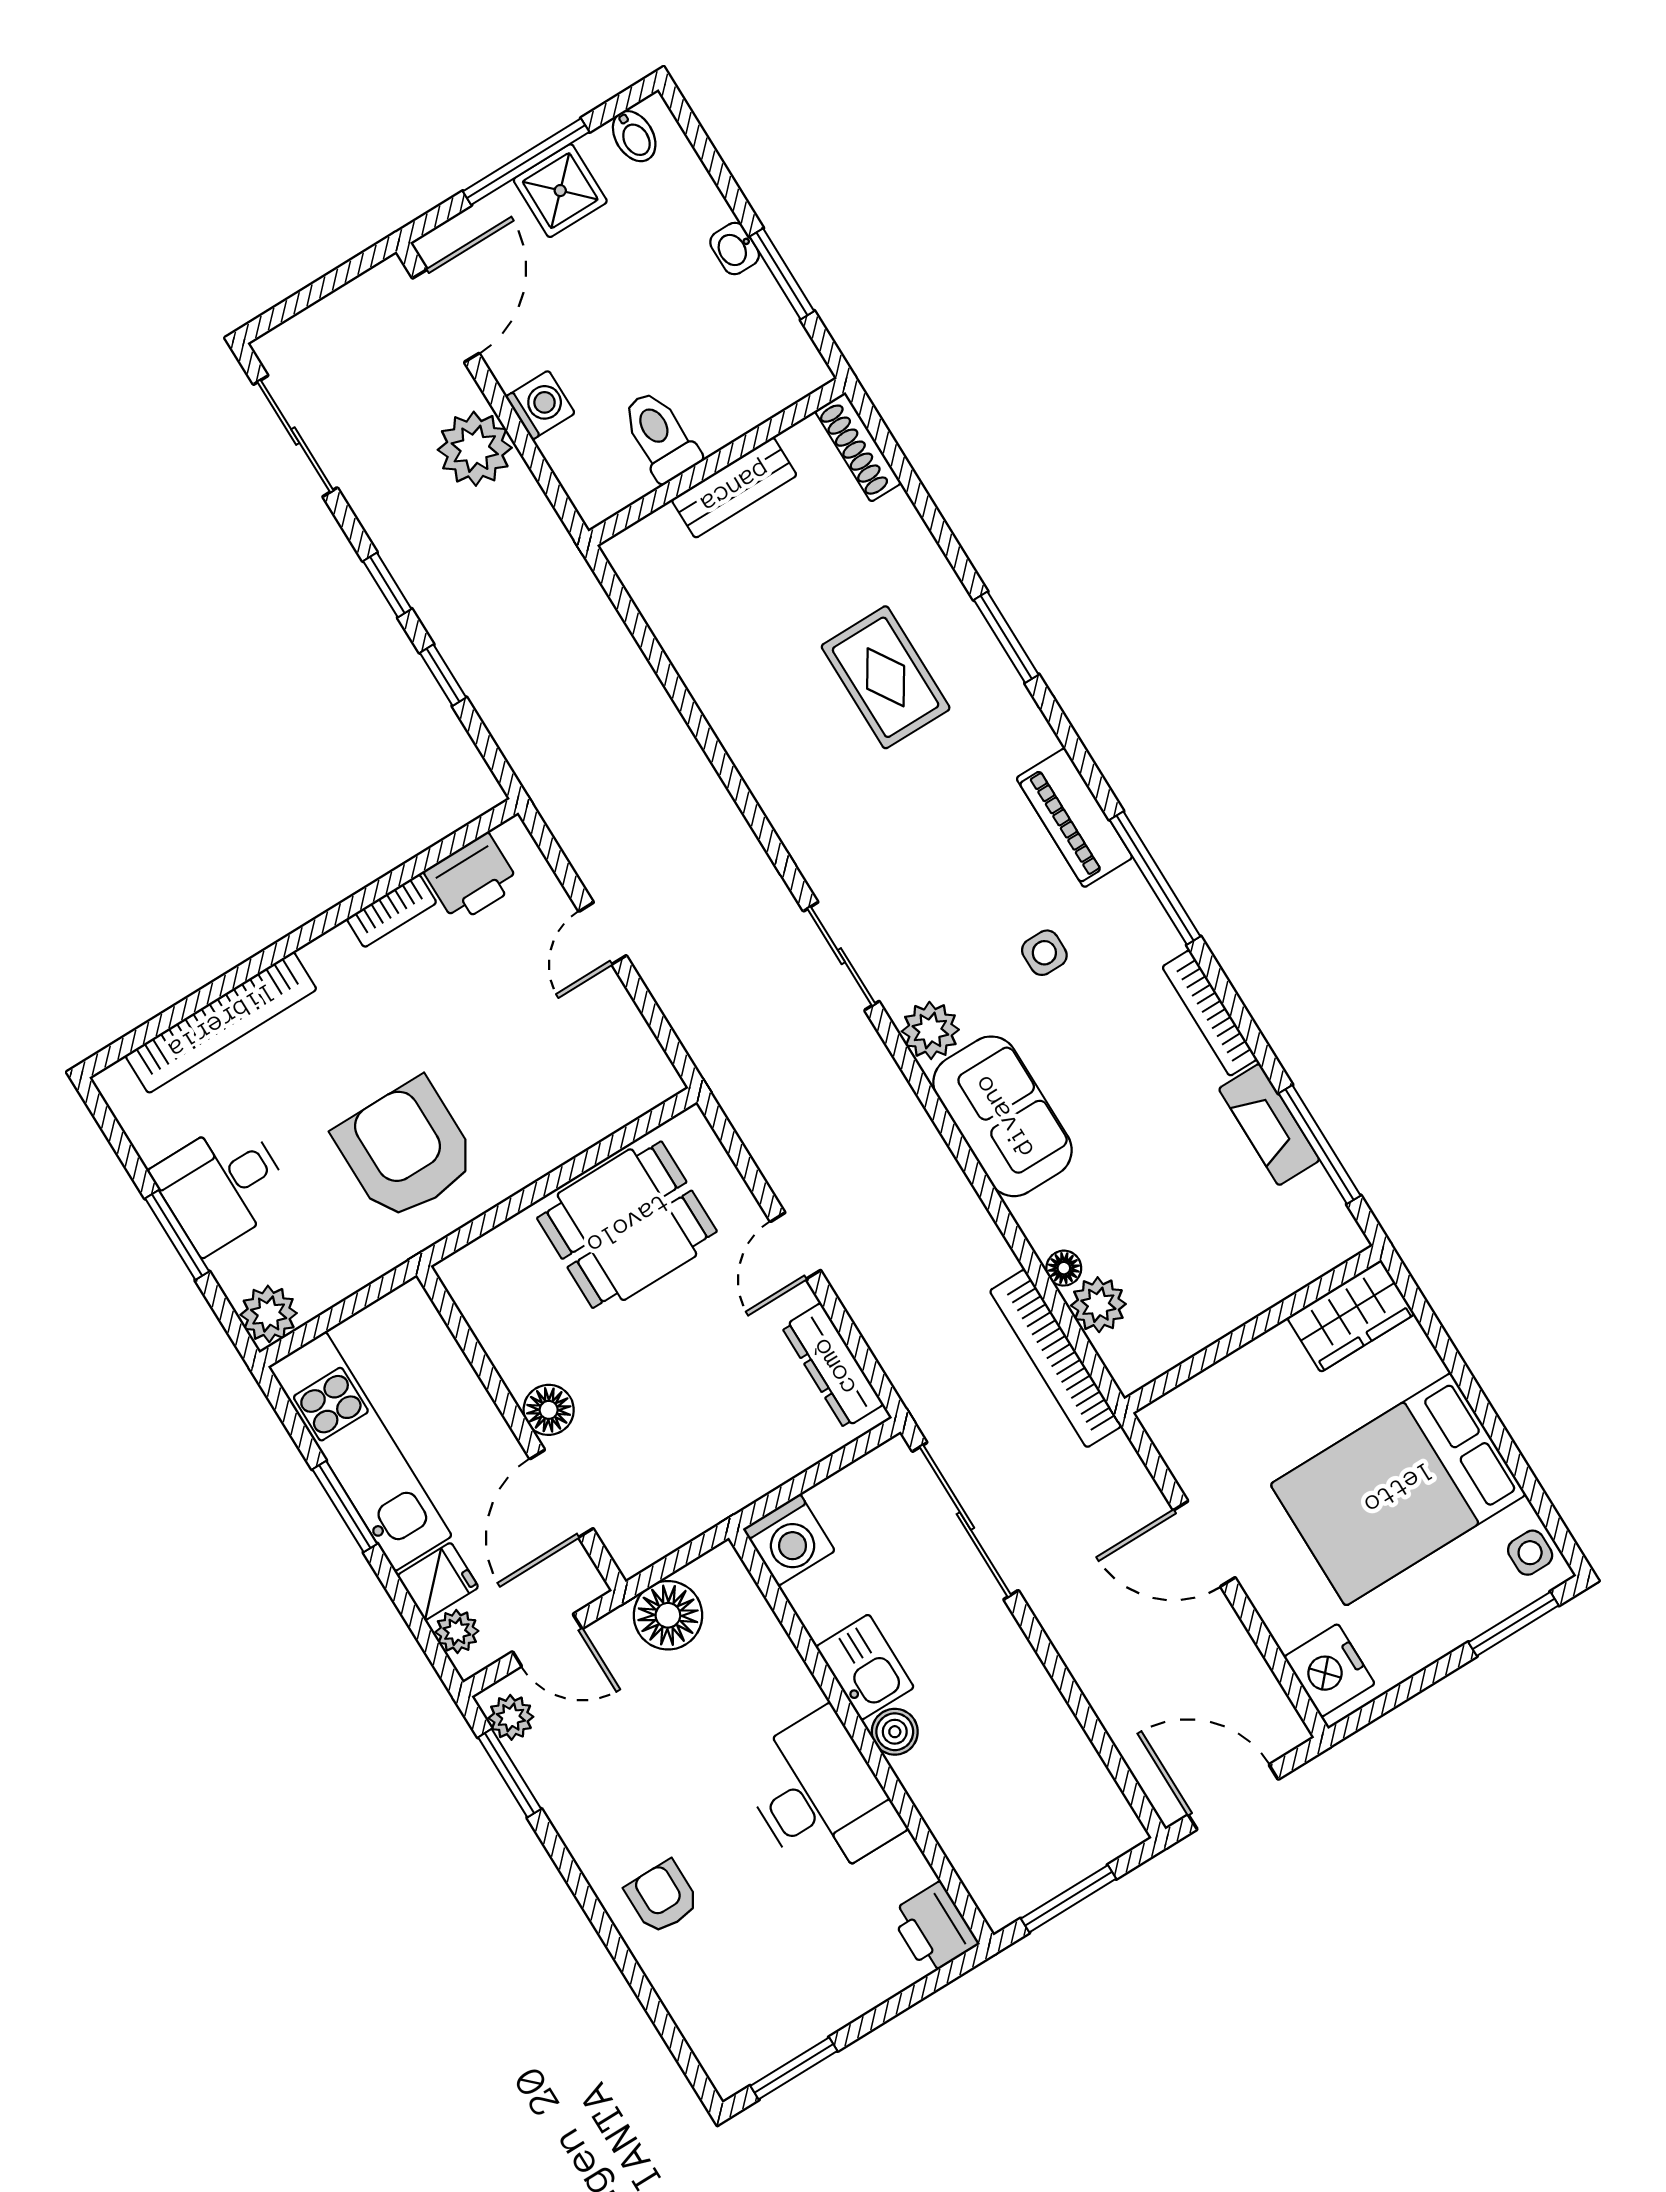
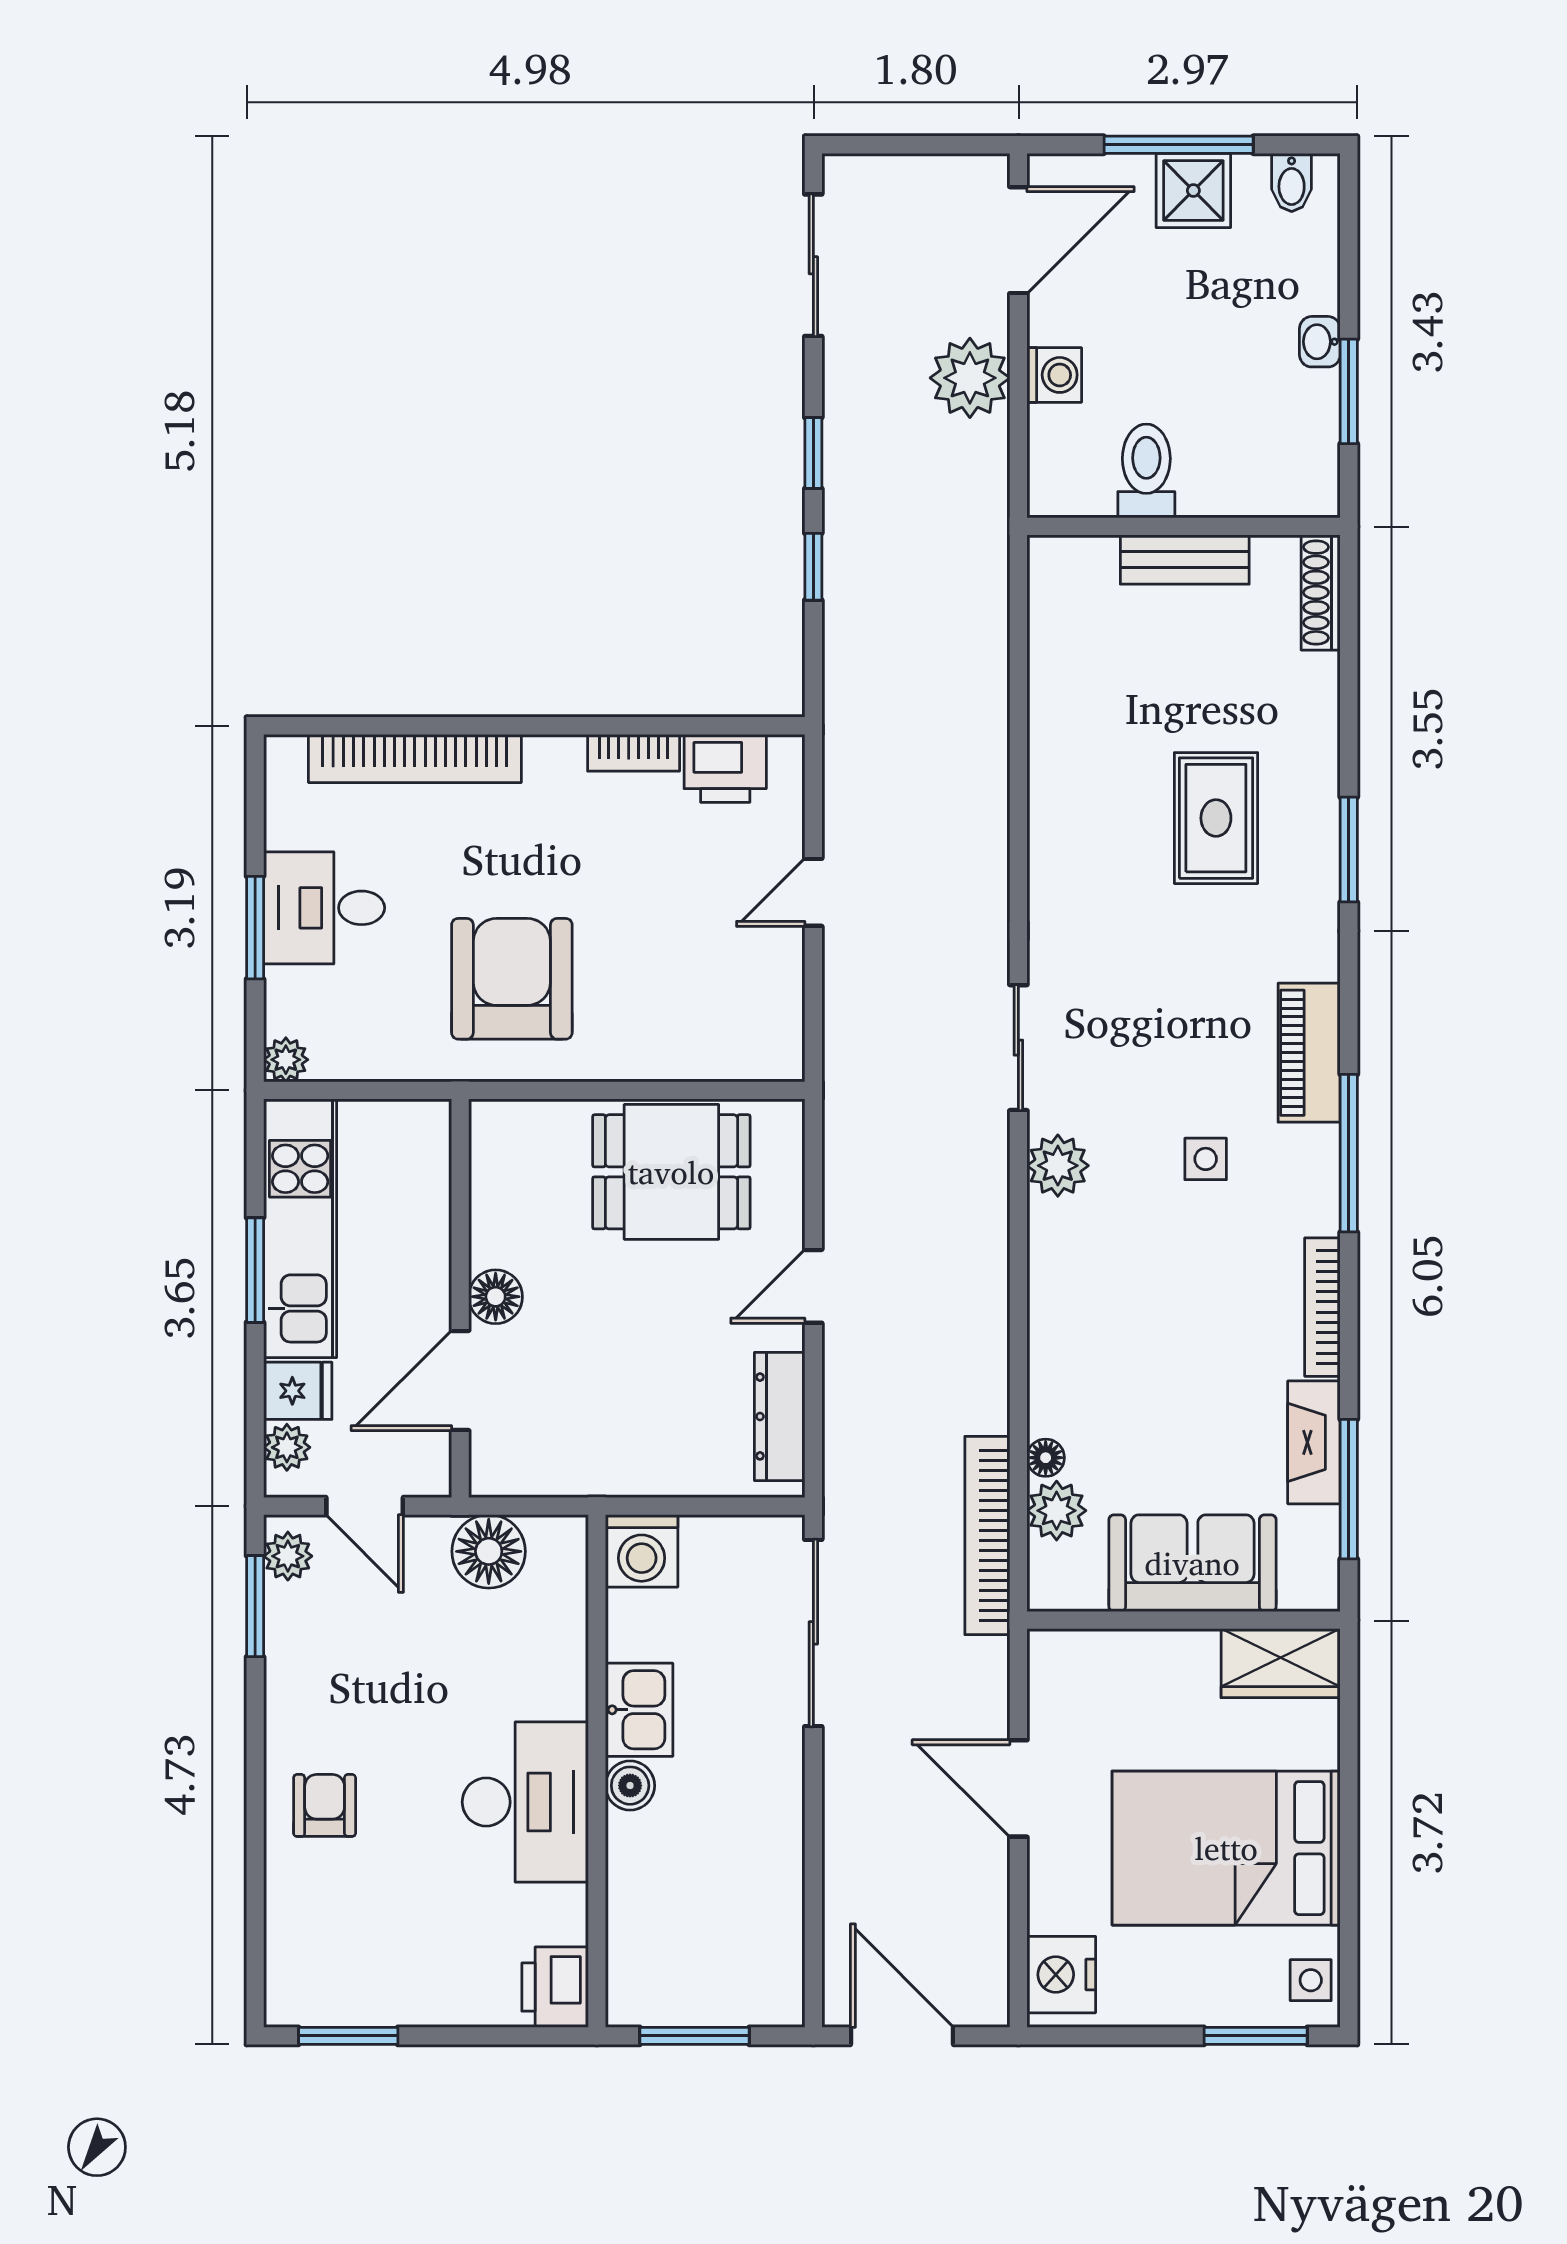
sofa: (1003, 1116) -> (1192, 1563), moved, turned -90
plant: (269, 1314) -> (286, 1060), width x0.73, depth x0.73

